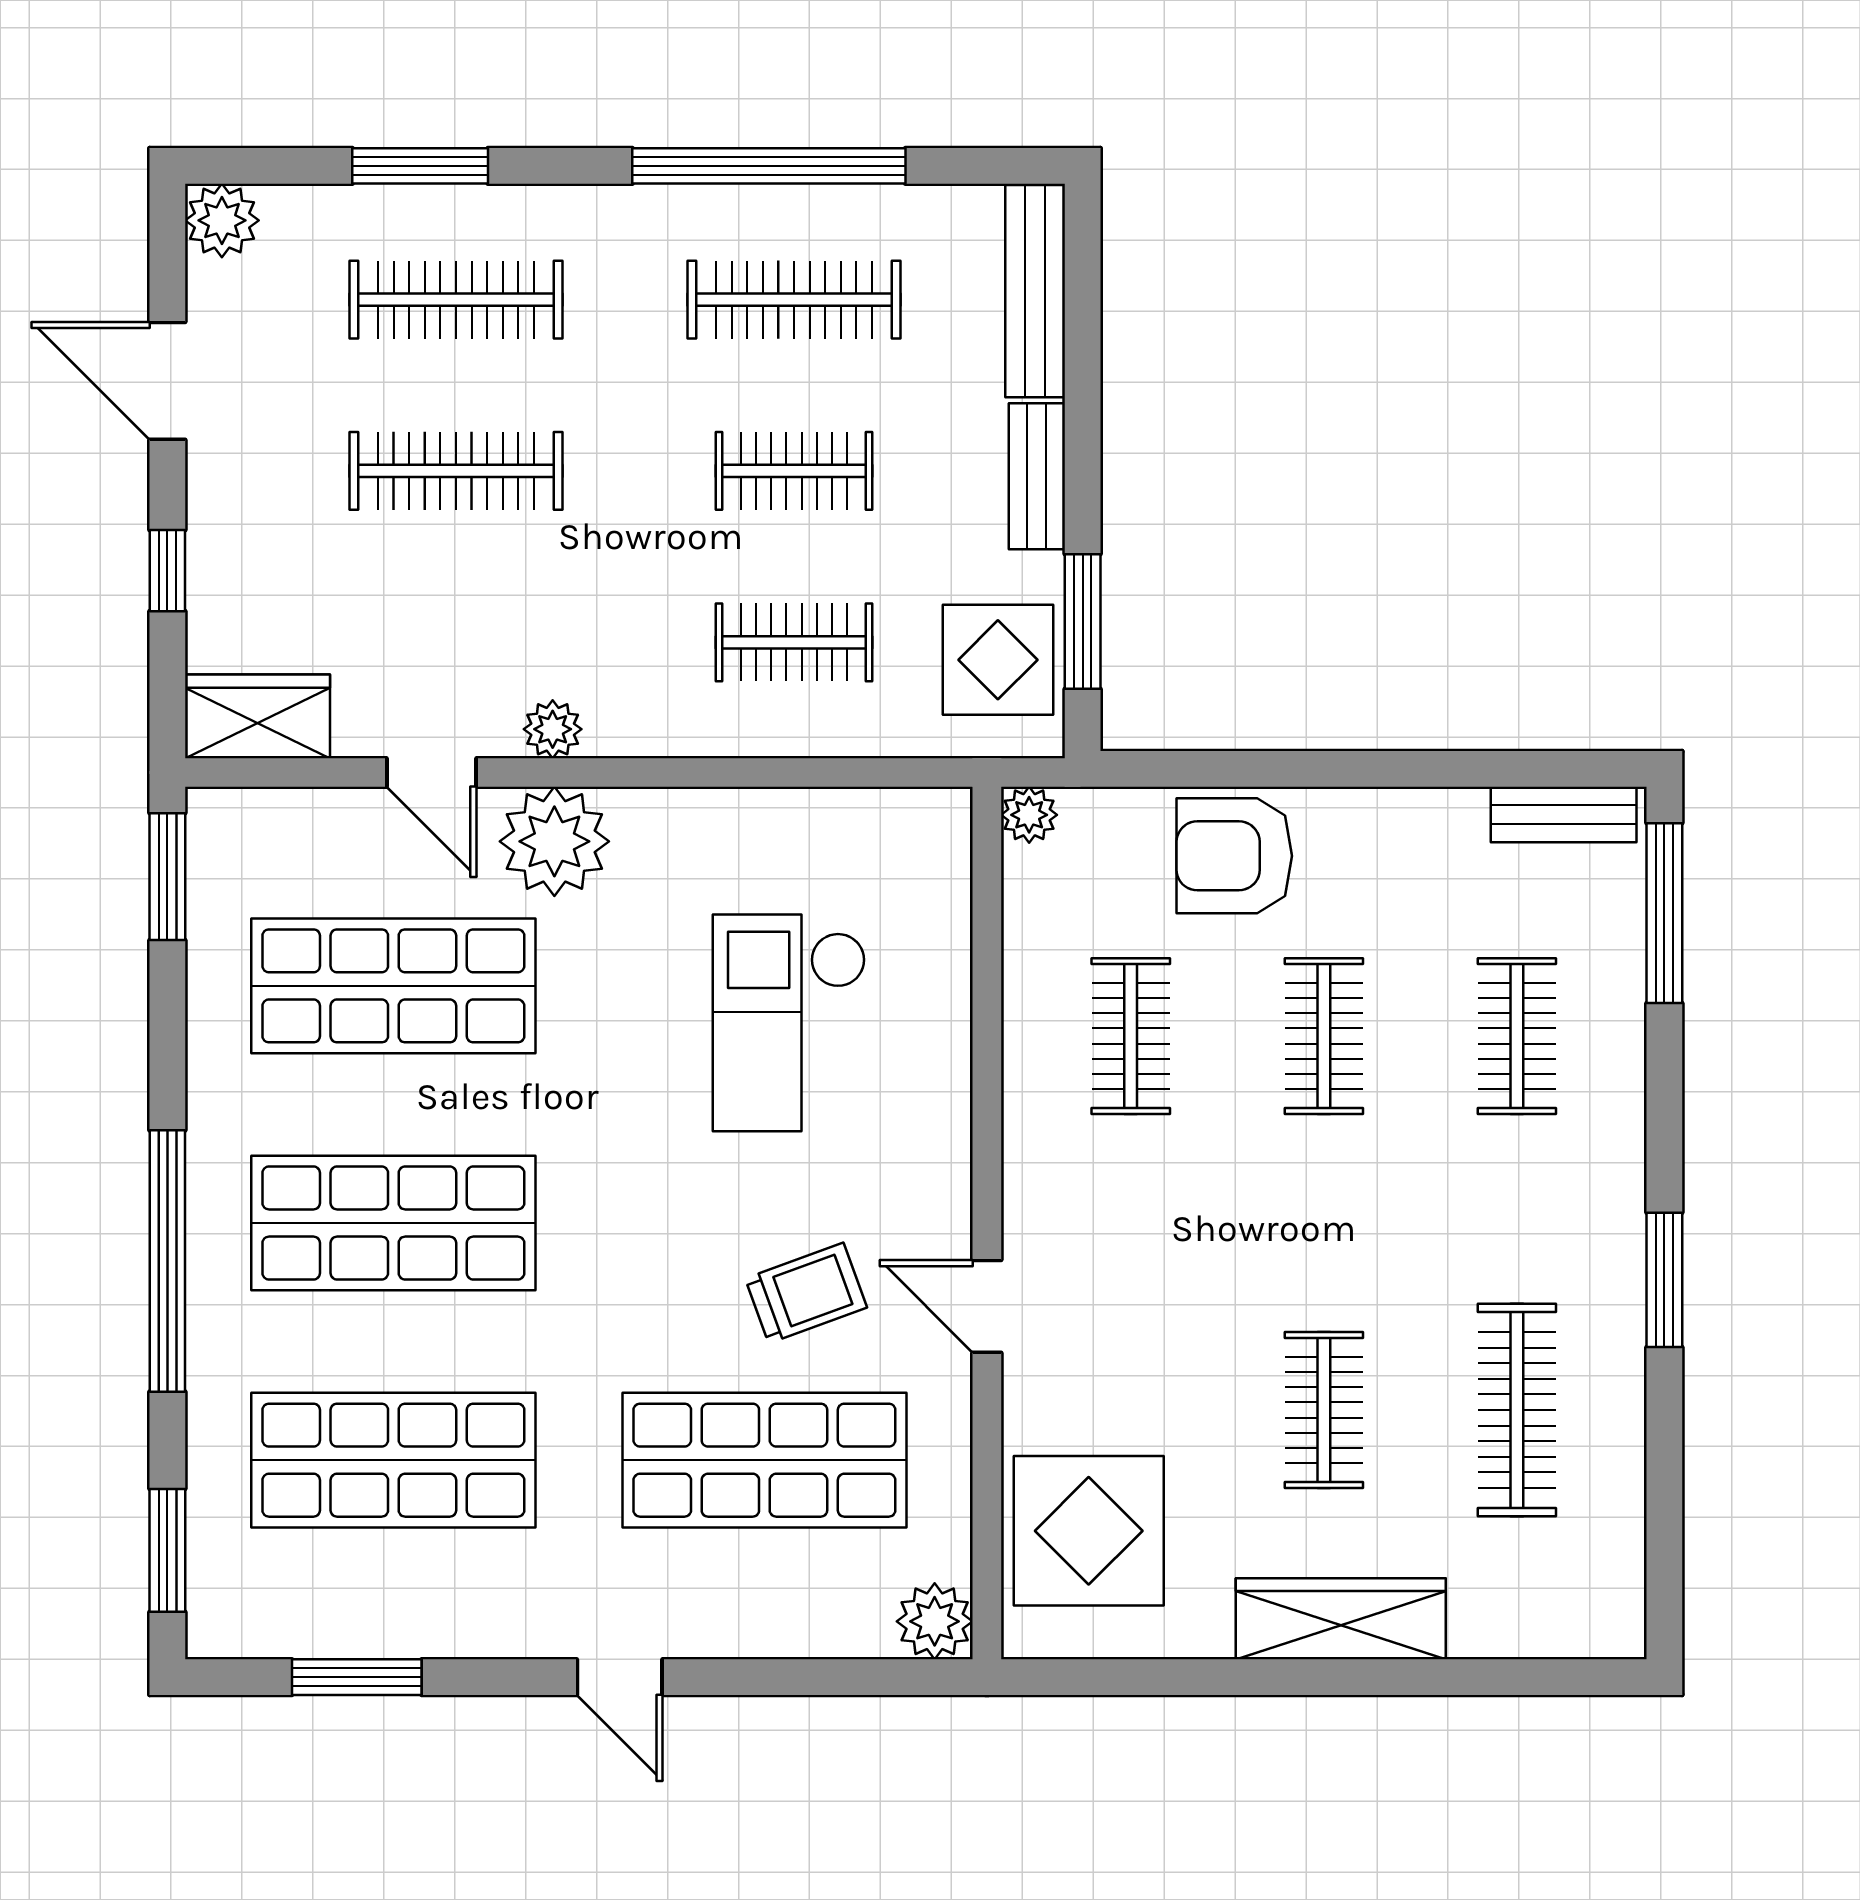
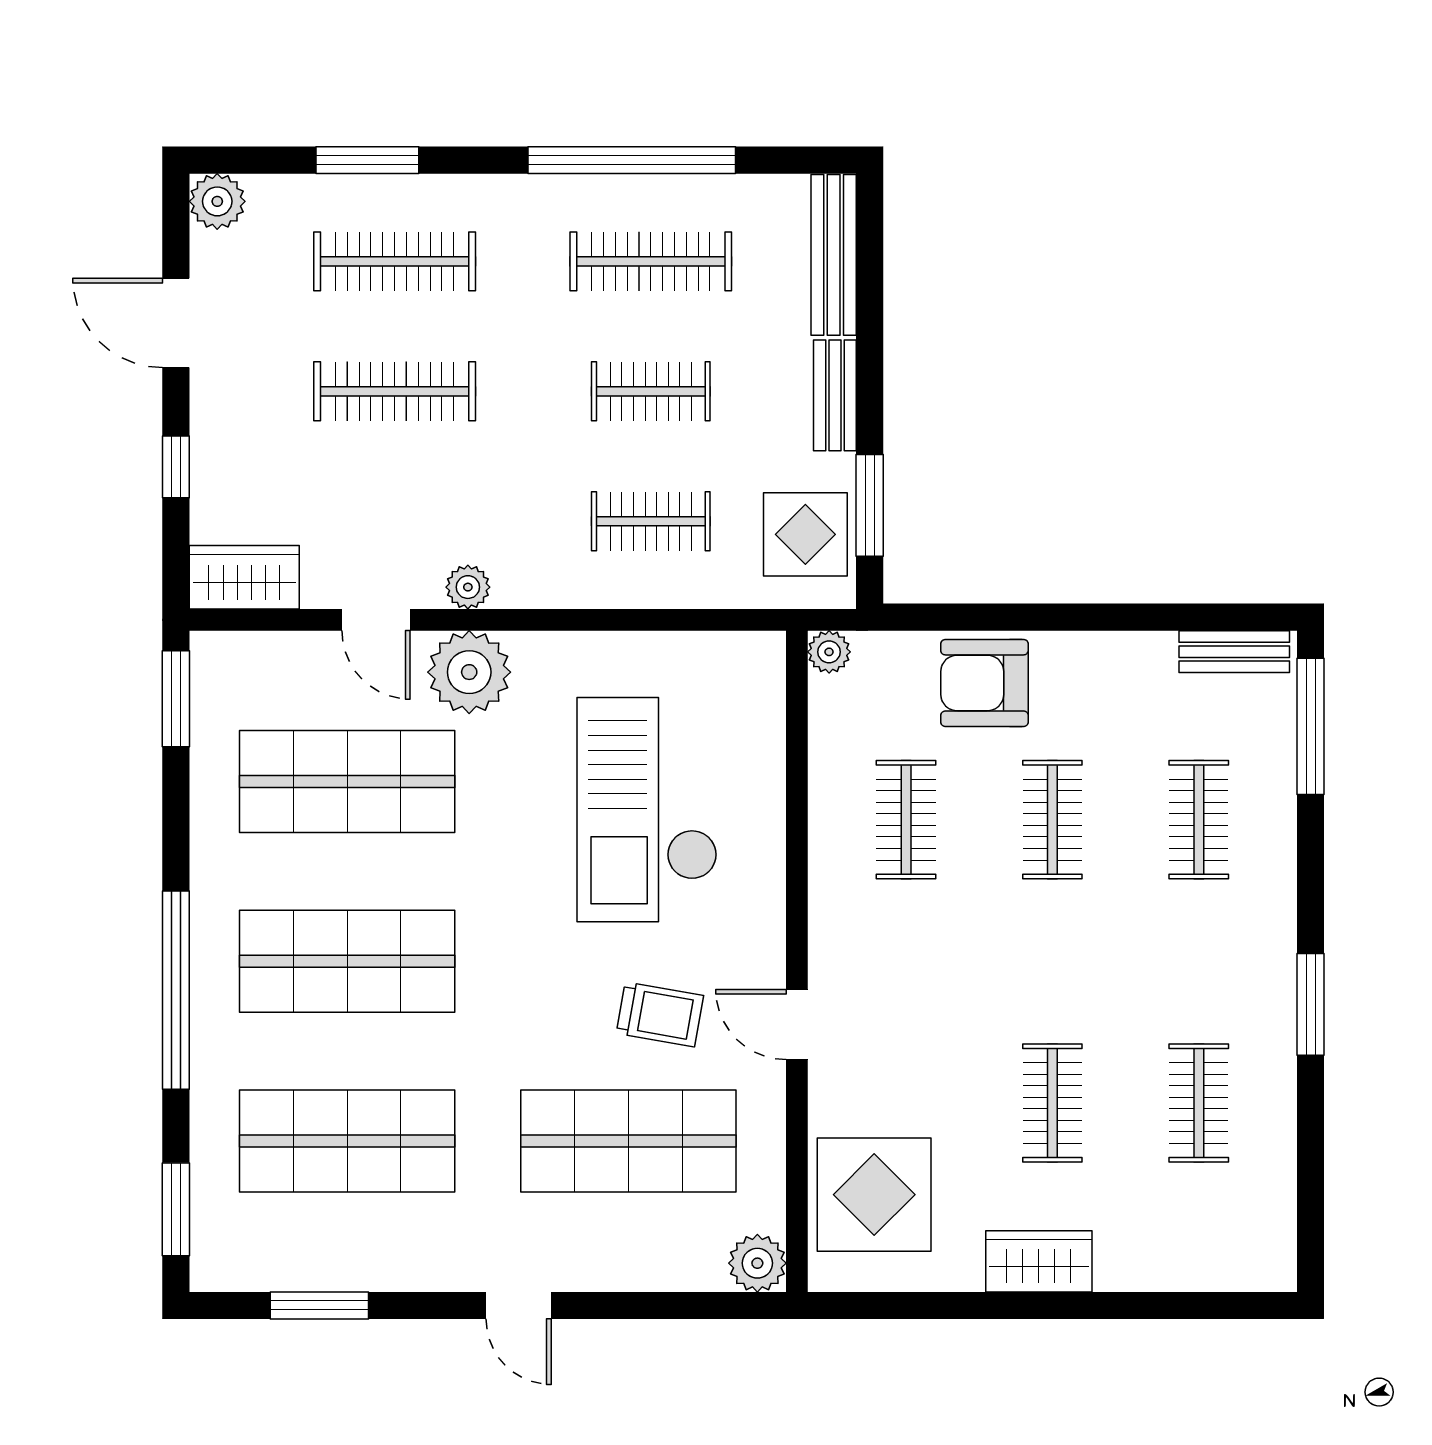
checkout: (789, 1023) -> (647, 810), width x1.36, depth x1.21
trolley: (806, 1293) -> (660, 1014), turned 30
clothes rail: (1517, 1410) -> (1199, 1103), width x0.73
wardrobe: (1341, 1619) -> (1039, 1261), width x0.67

